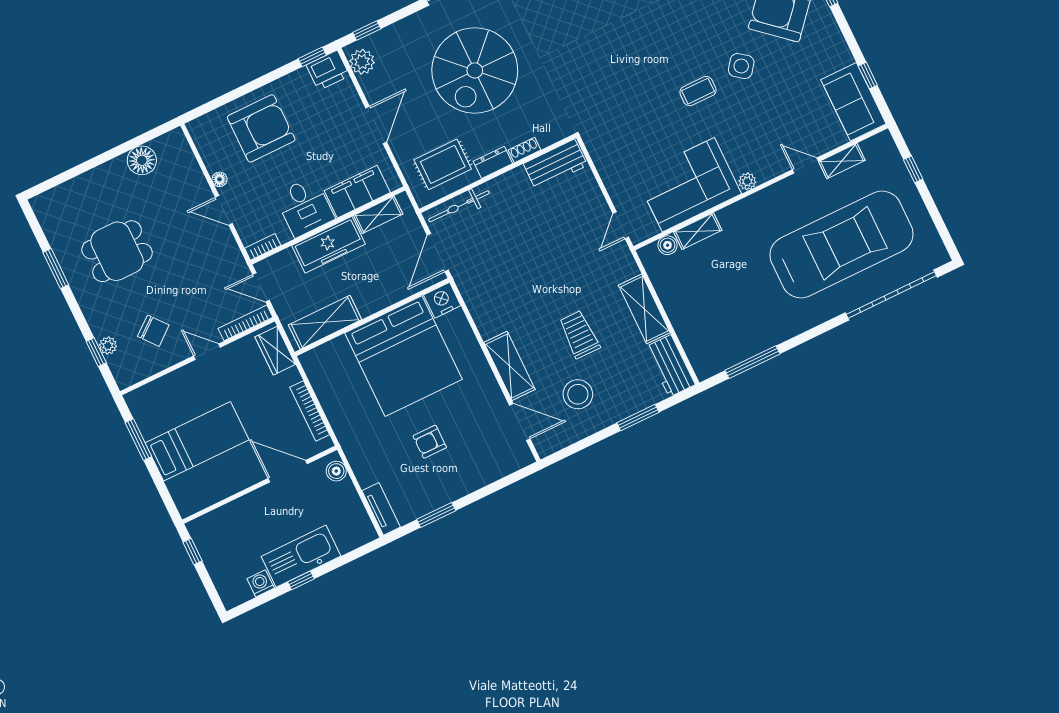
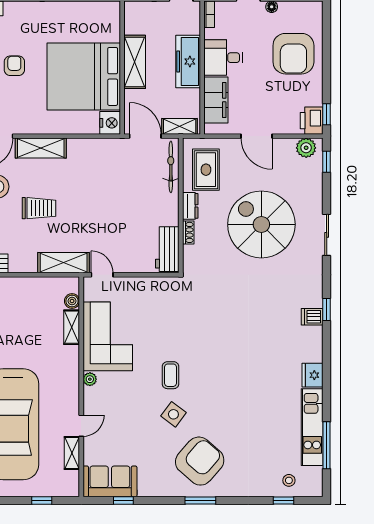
shelving: (378, 215) -> (180, 126), moved, turned 90
shelving: (644, 309) -> (64, 263), moved
shelving: (325, 322) -> (135, 62), moved

